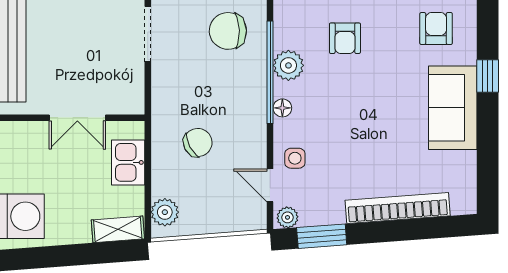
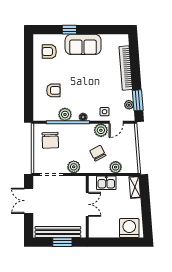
plant: (165, 86) -> (74, 167), added
plant: (251, 150) -> (101, 130), added
plant: (165, 212) -> (116, 167), moved
plant: (287, 217) -> (129, 105), moved

